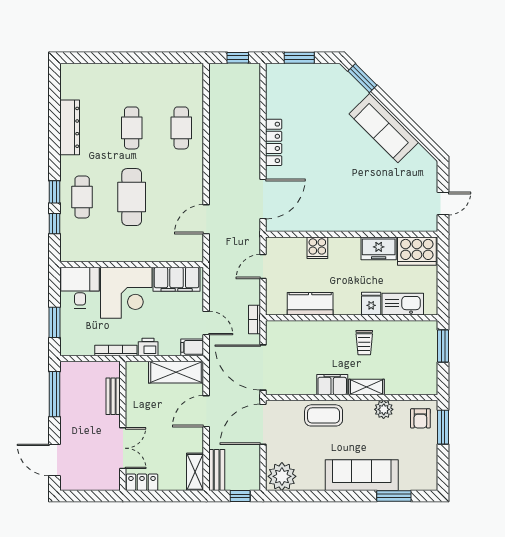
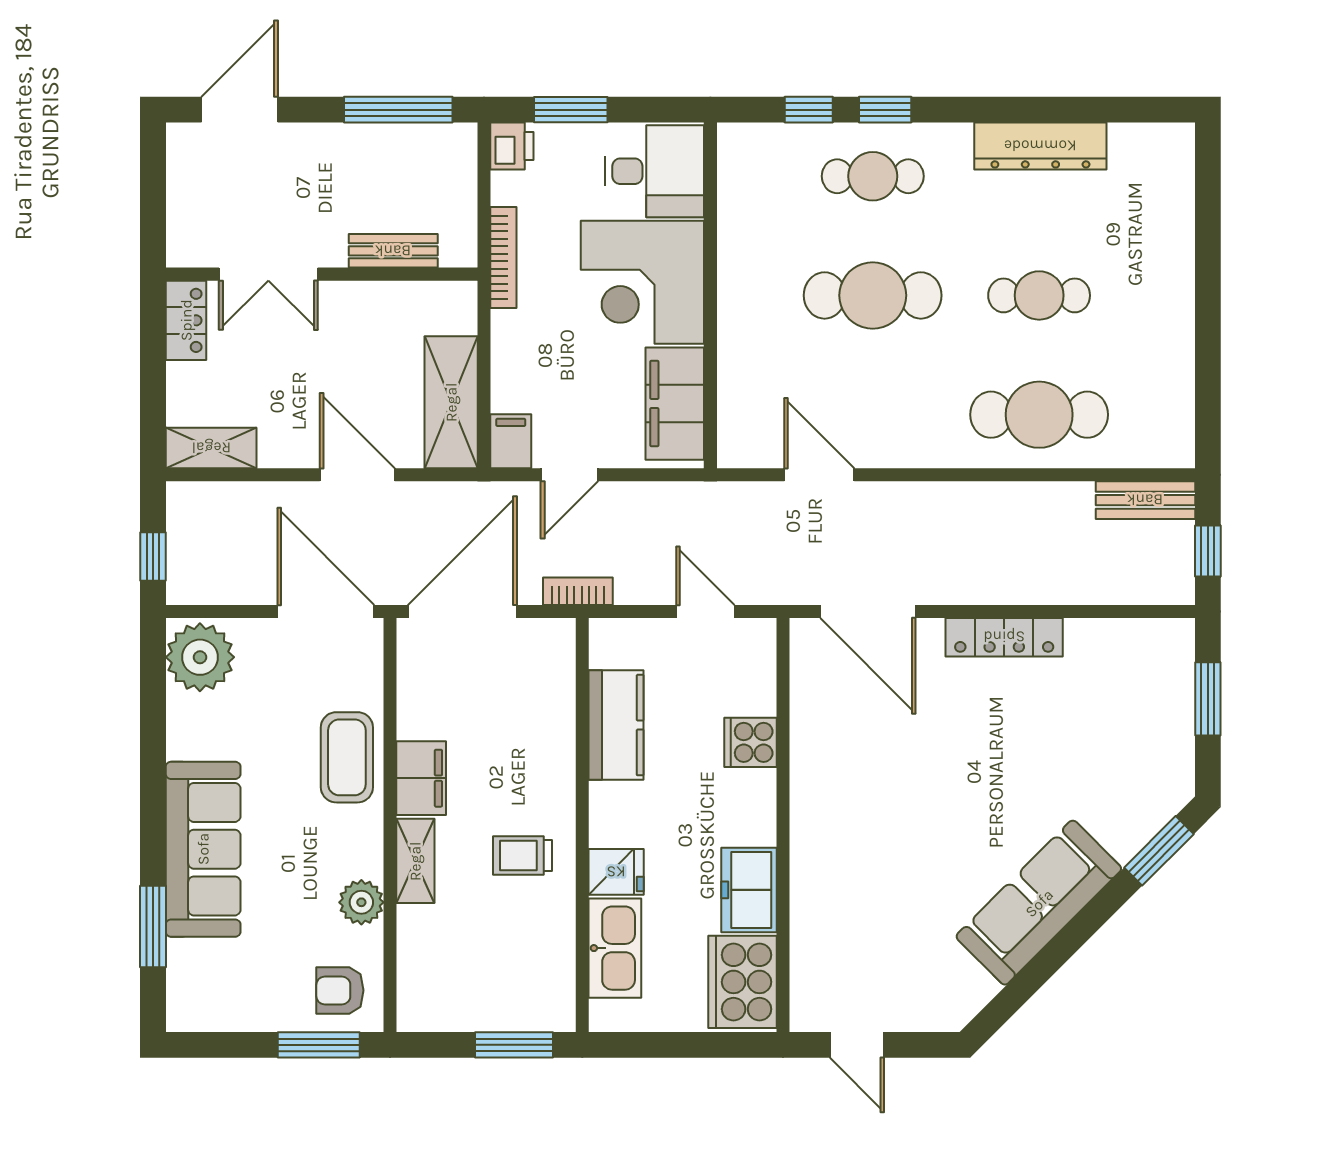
cafe table: (181, 128) -> (1039, 415), width x1.37, depth x1.35
printer: (148, 347) -> (512, 146), moved
bench: (217, 470) -> (1145, 500), moved

